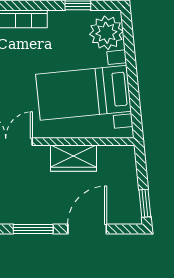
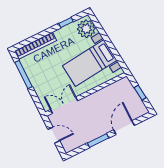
wardrobe: (73, 158) -> (100, 97), removed
window: (145, 203) -> (140, 93), moved

